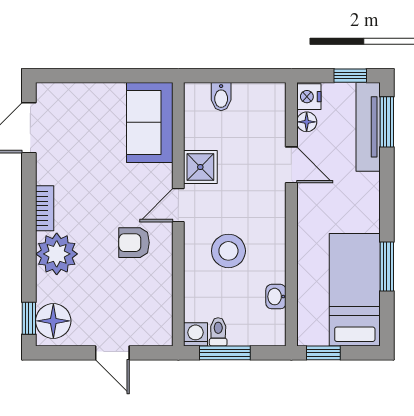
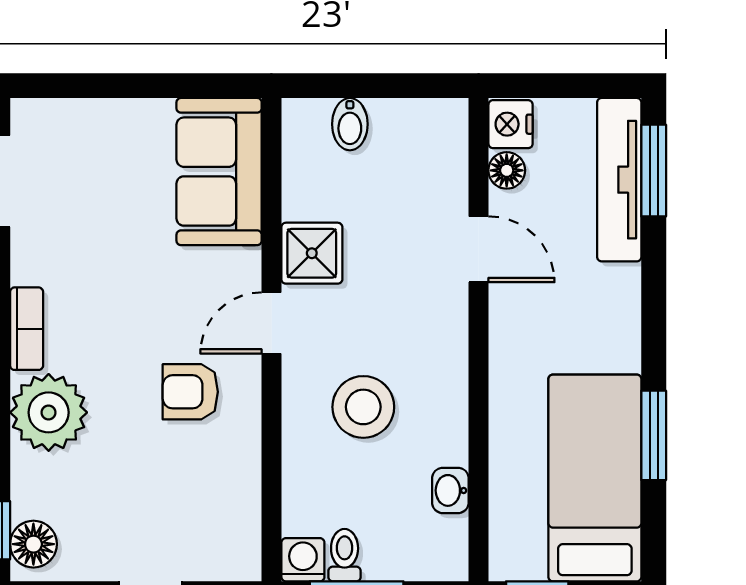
window: (350, 76) -> (587, 86), removed
floor lamp: (53, 321) -> (33, 544), width x0.73, depth x0.73

